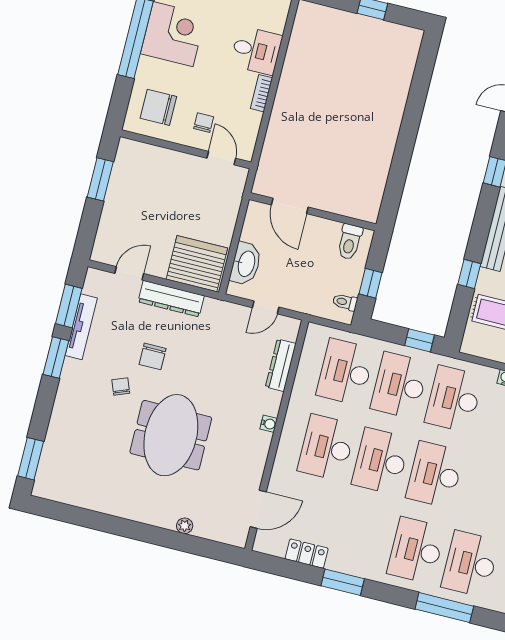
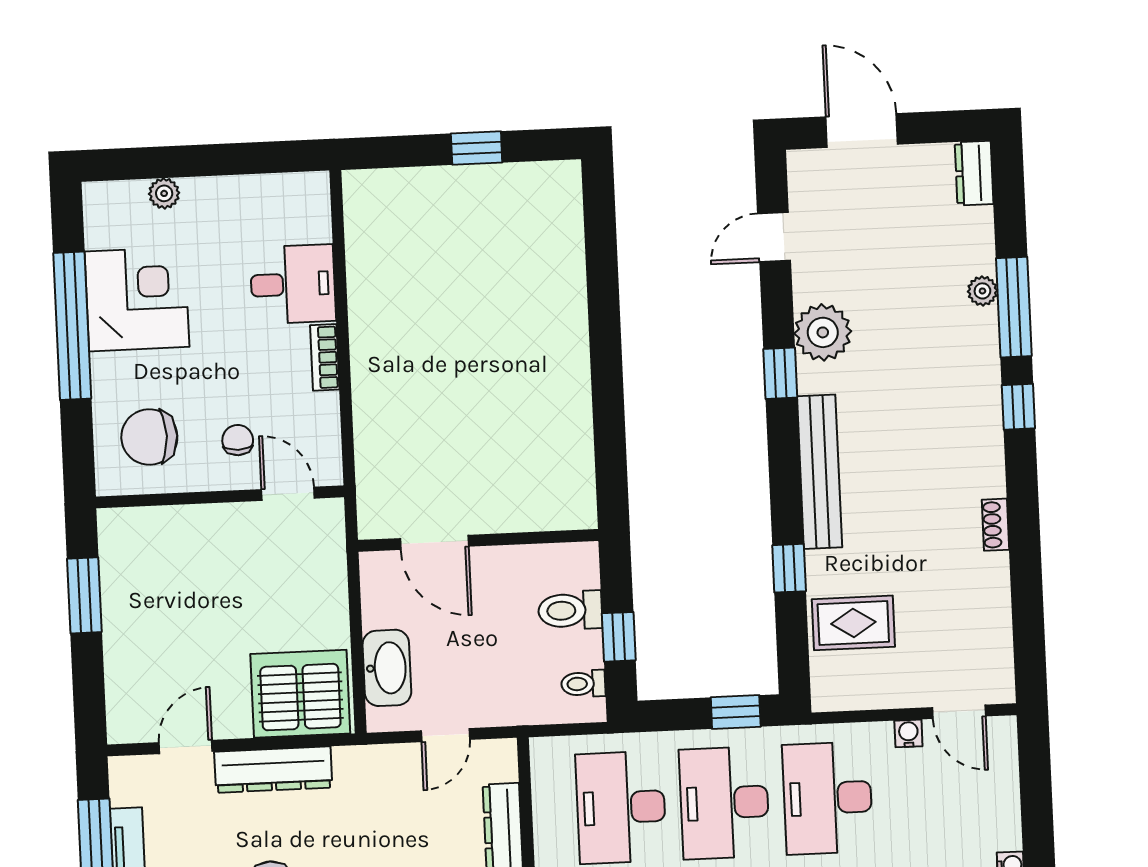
toilet: (350, 242) -> (570, 610), moved, turned 90

